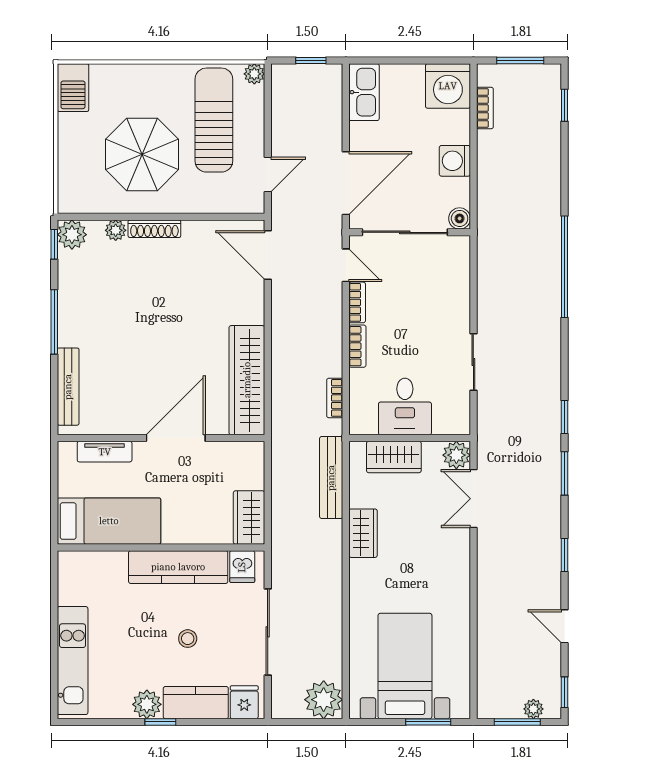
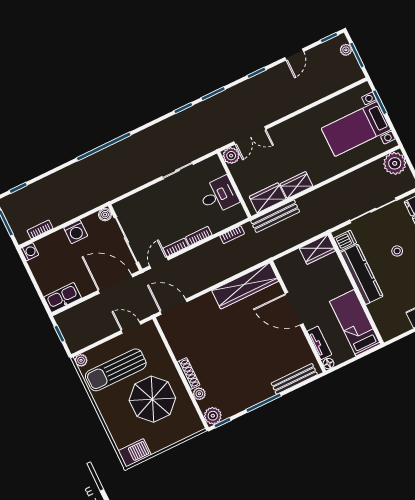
washing machine: (448, 86) -> (30, 252), width x0.53, depth x0.53
door: (268, 255) -> (173, 307), swing flipped
floor lamp: (66, 450) -> (328, 364), added
wardrobe: (394, 457) -> (268, 198), moved, turned -90

